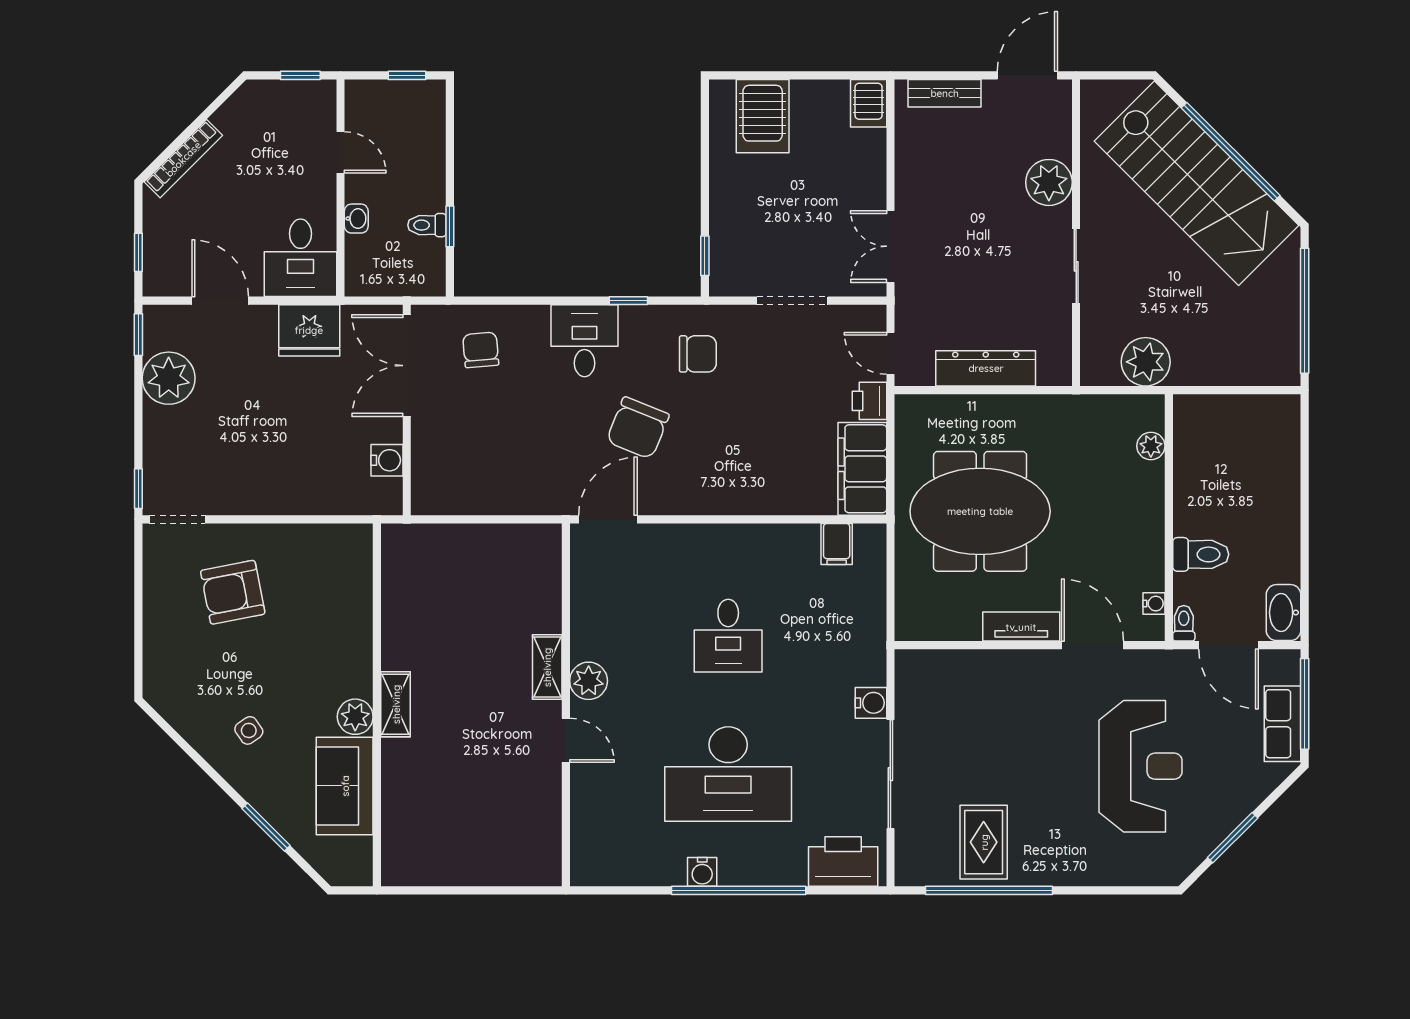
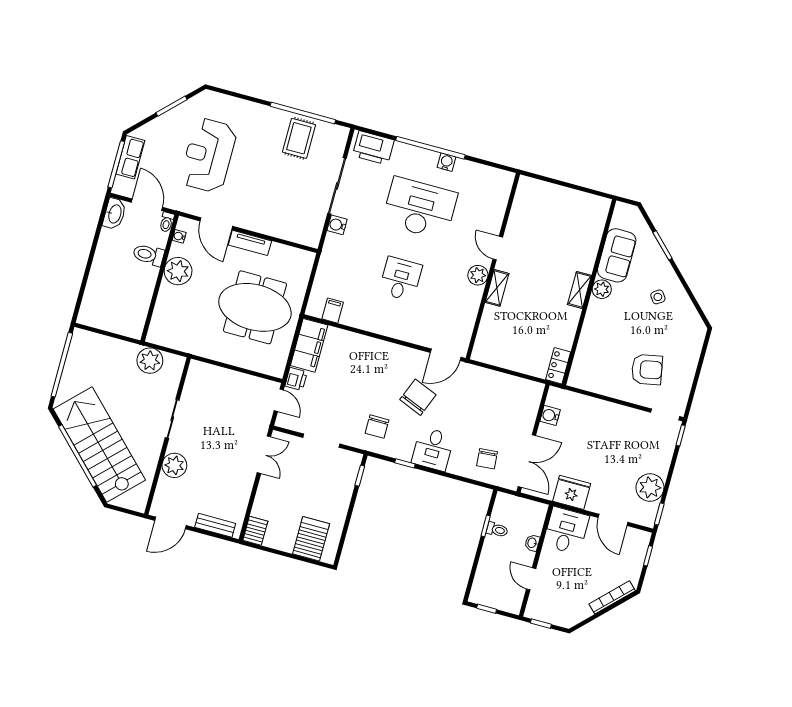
chair: (698, 354) -> (377, 427), turned -90
dresser: (986, 368) -> (232, 379), removed
plant: (1151, 446) -> (178, 271), moved, width x1.87, depth x1.87
locker: (397, 555) -> (558, 366), added

